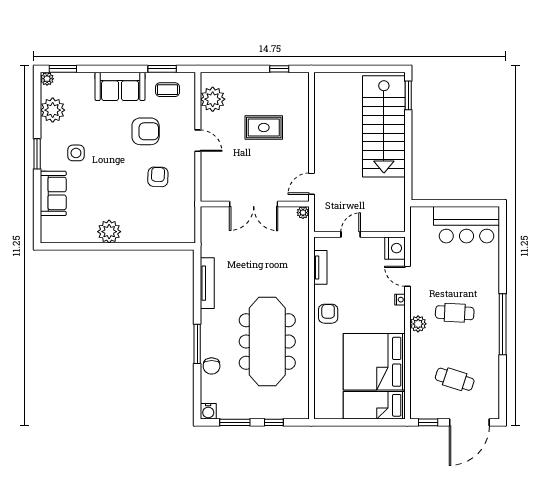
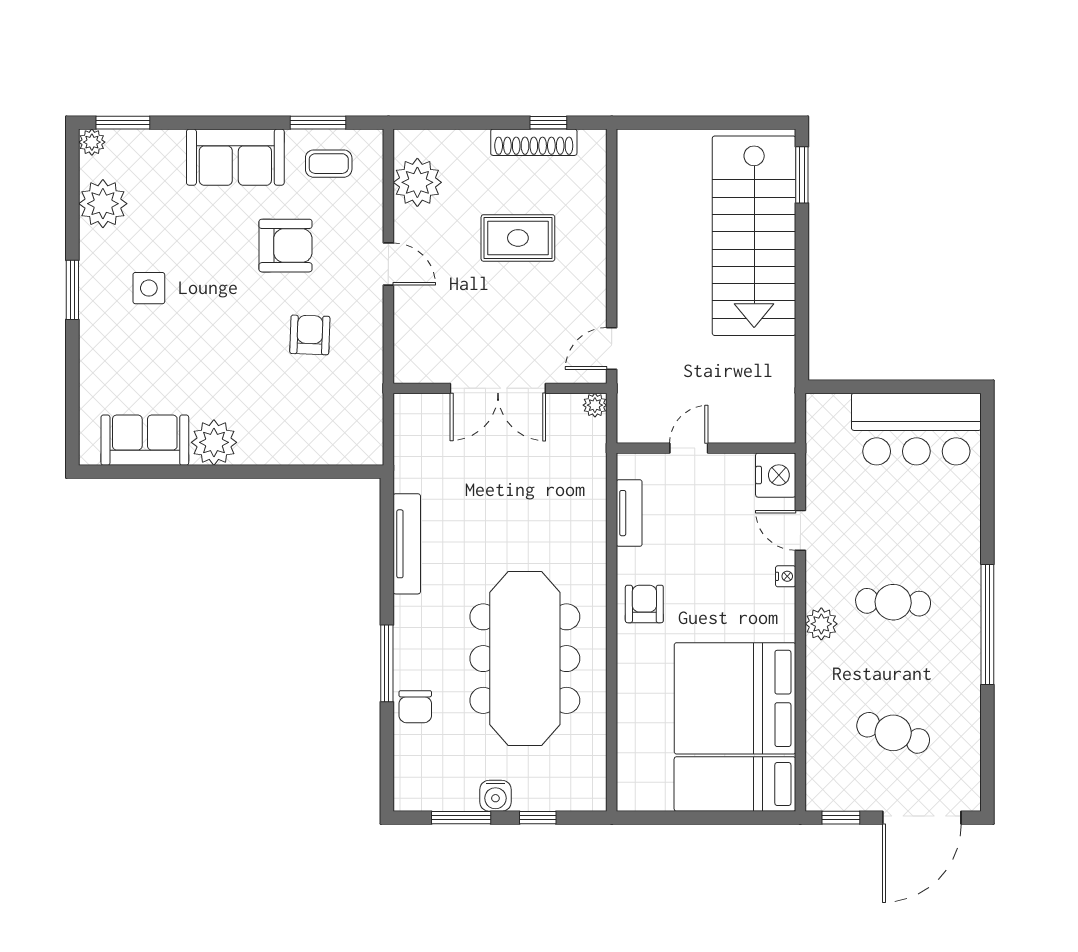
shoe rack: (272, 79) -> (534, 142), added
sofa: (53, 193) -> (145, 440), moved, turned -90
water cooler: (208, 411) -> (495, 796), moved

